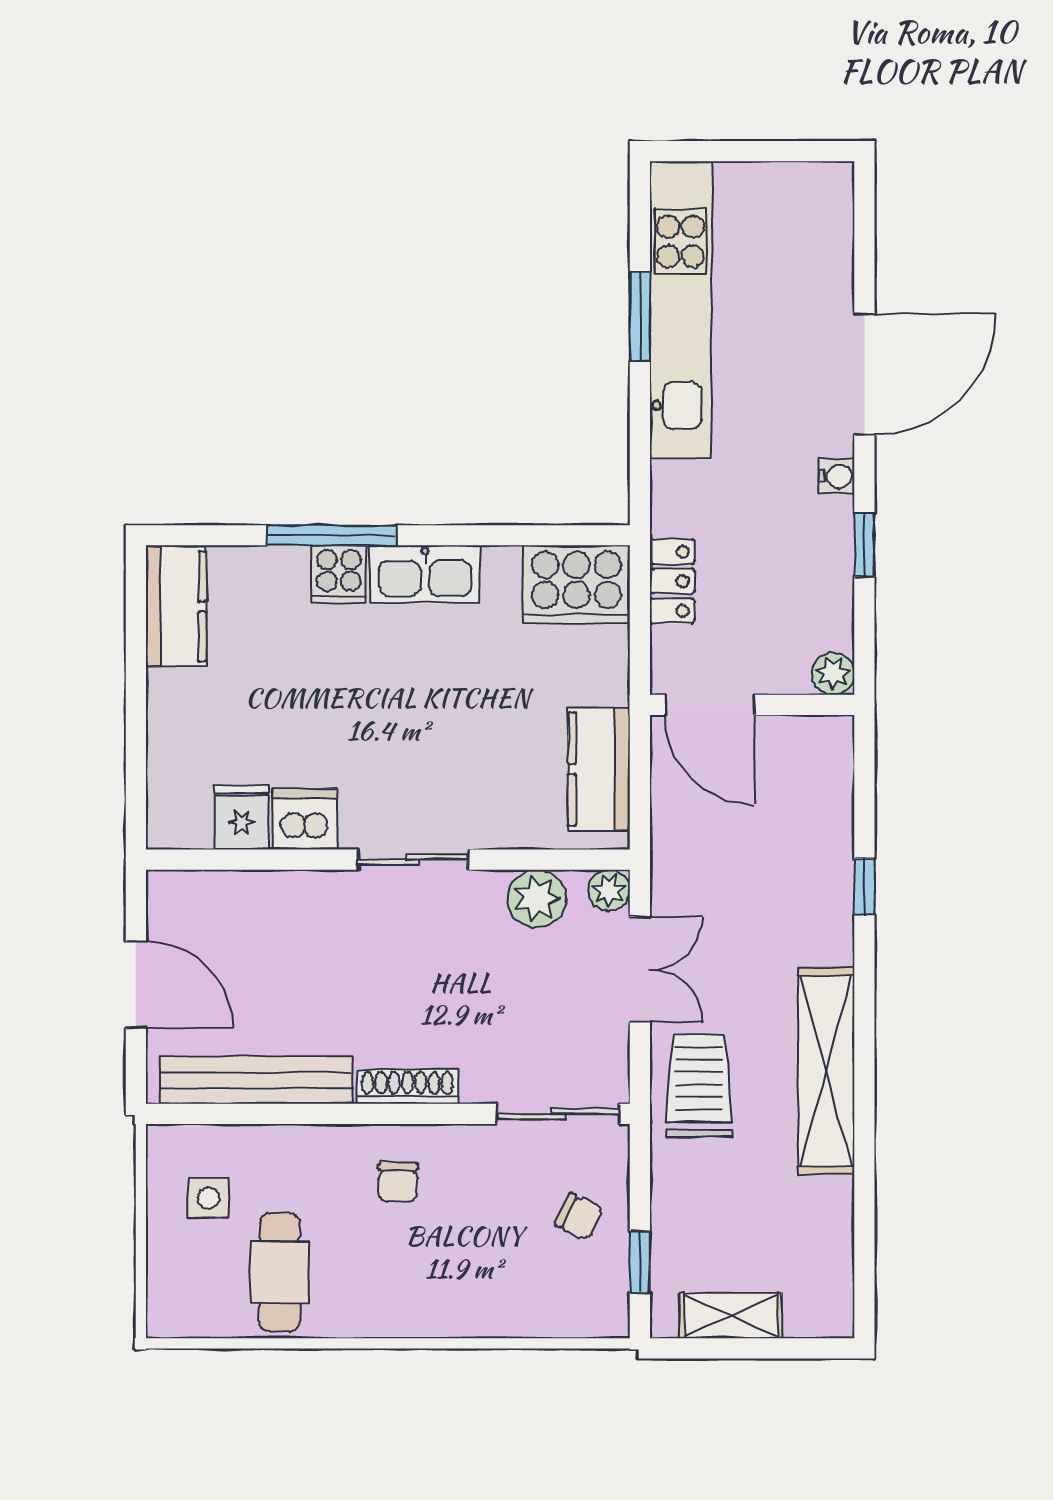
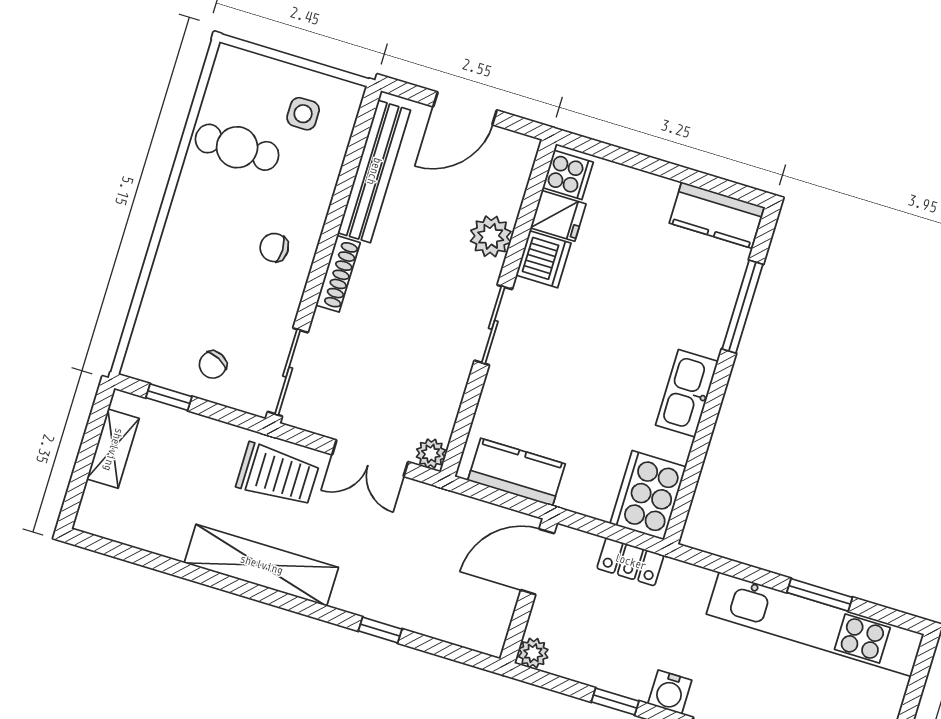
water cooler: (837, 476) -> (670, 692), width x1.38, depth x1.38
window: (331, 535) -> (742, 307), moved
cooker: (339, 574) -> (568, 175), moved, turned 180
plant: (537, 899) -> (491, 236), moved

